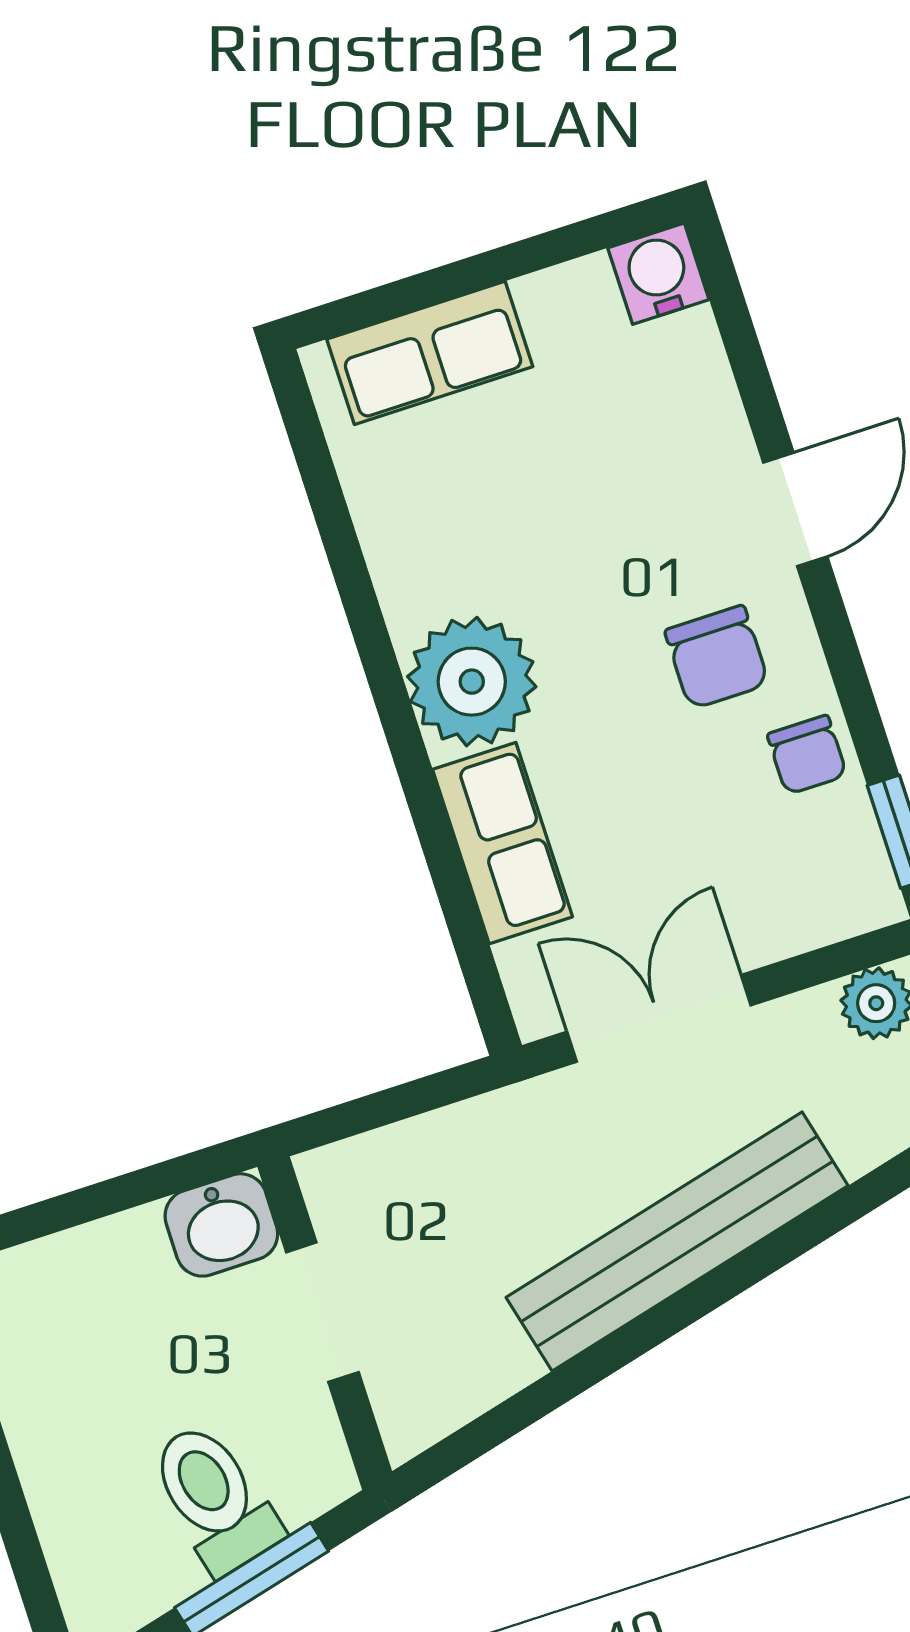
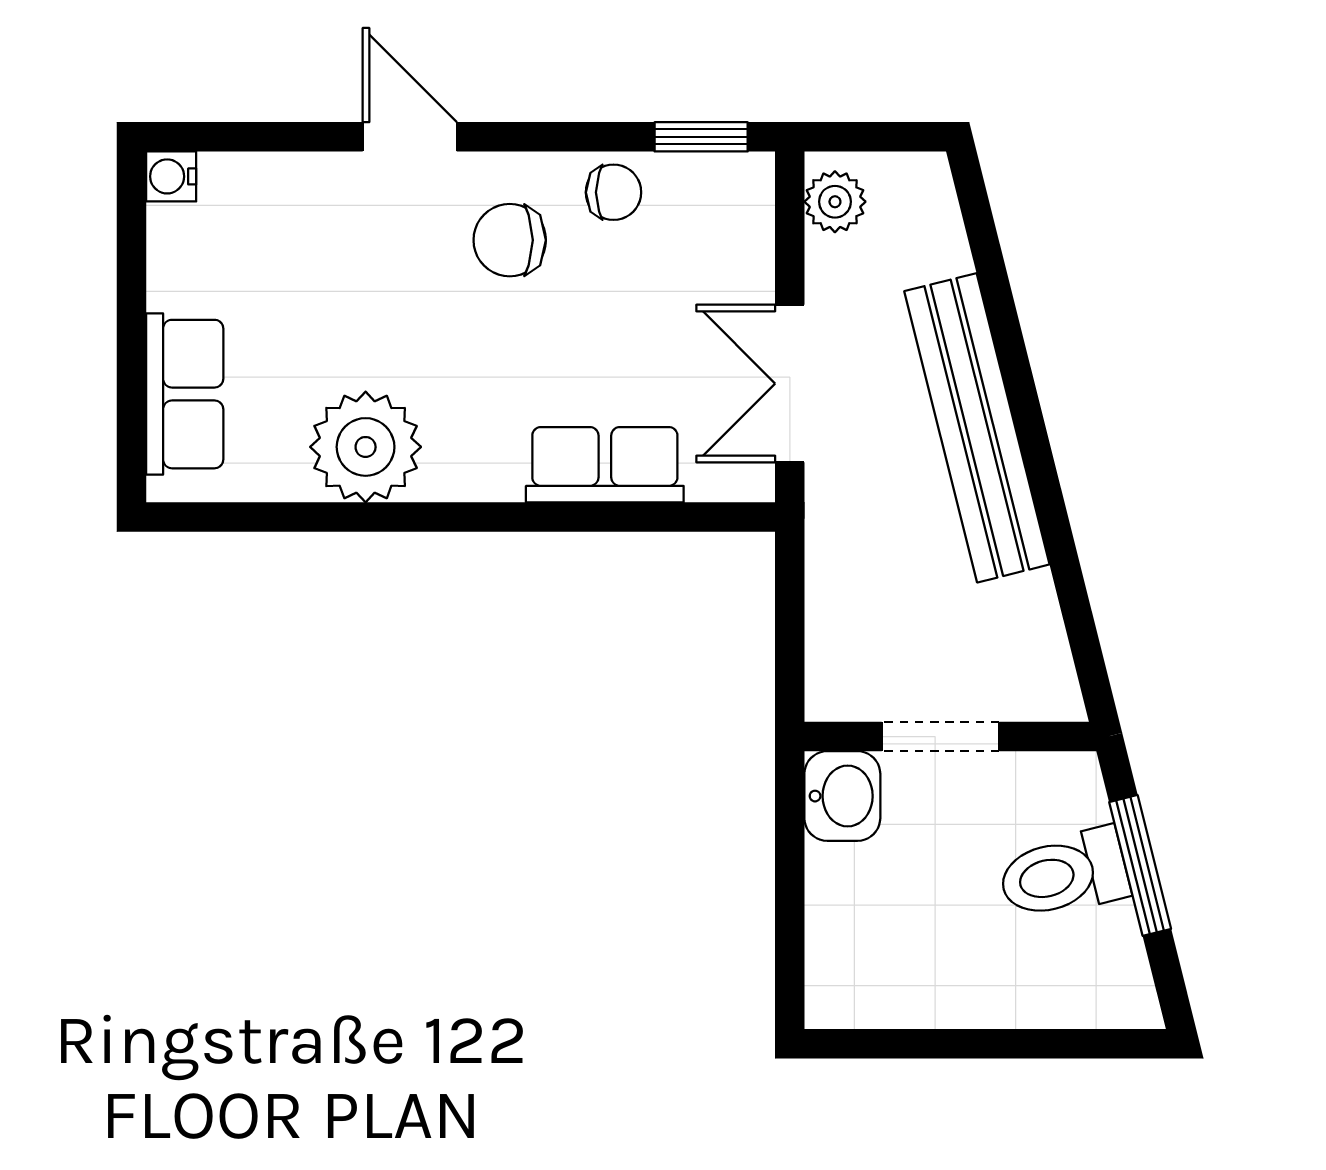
water cooler: (658, 274) -> (171, 176), width x0.72, depth x0.72
chair: (717, 657) -> (510, 240), turned 180
plant: (472, 682) -> (366, 447), moved

